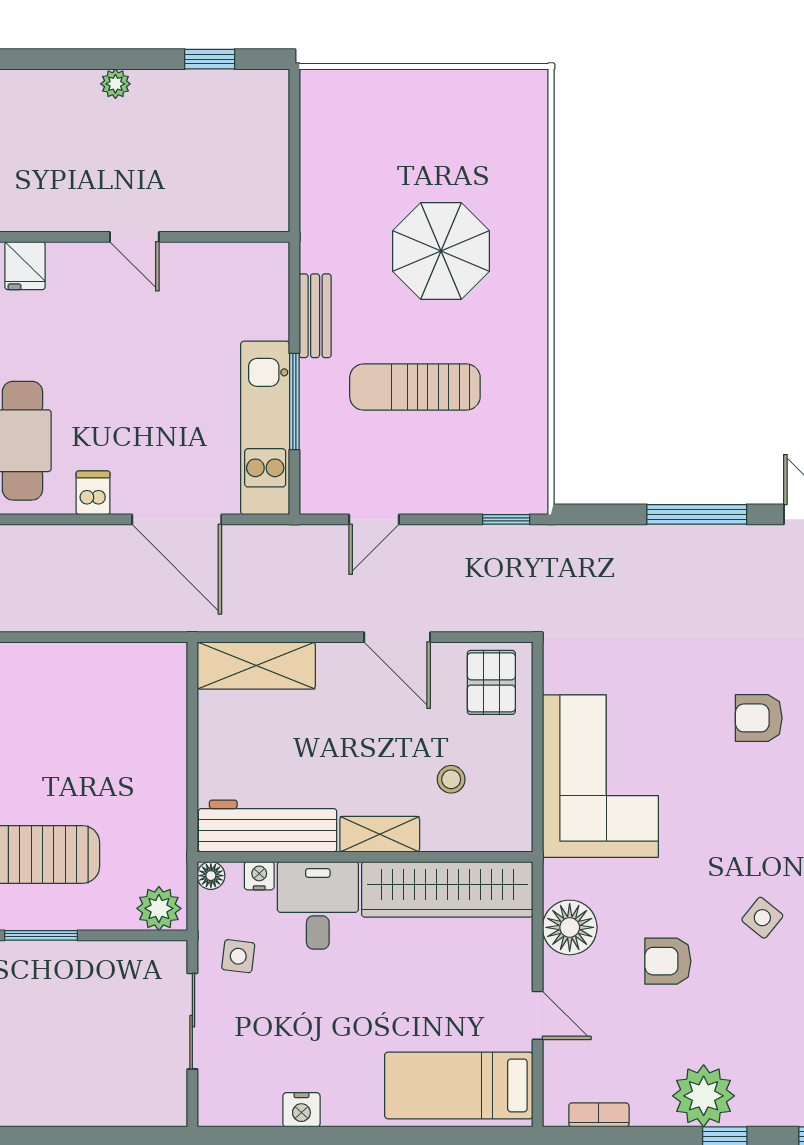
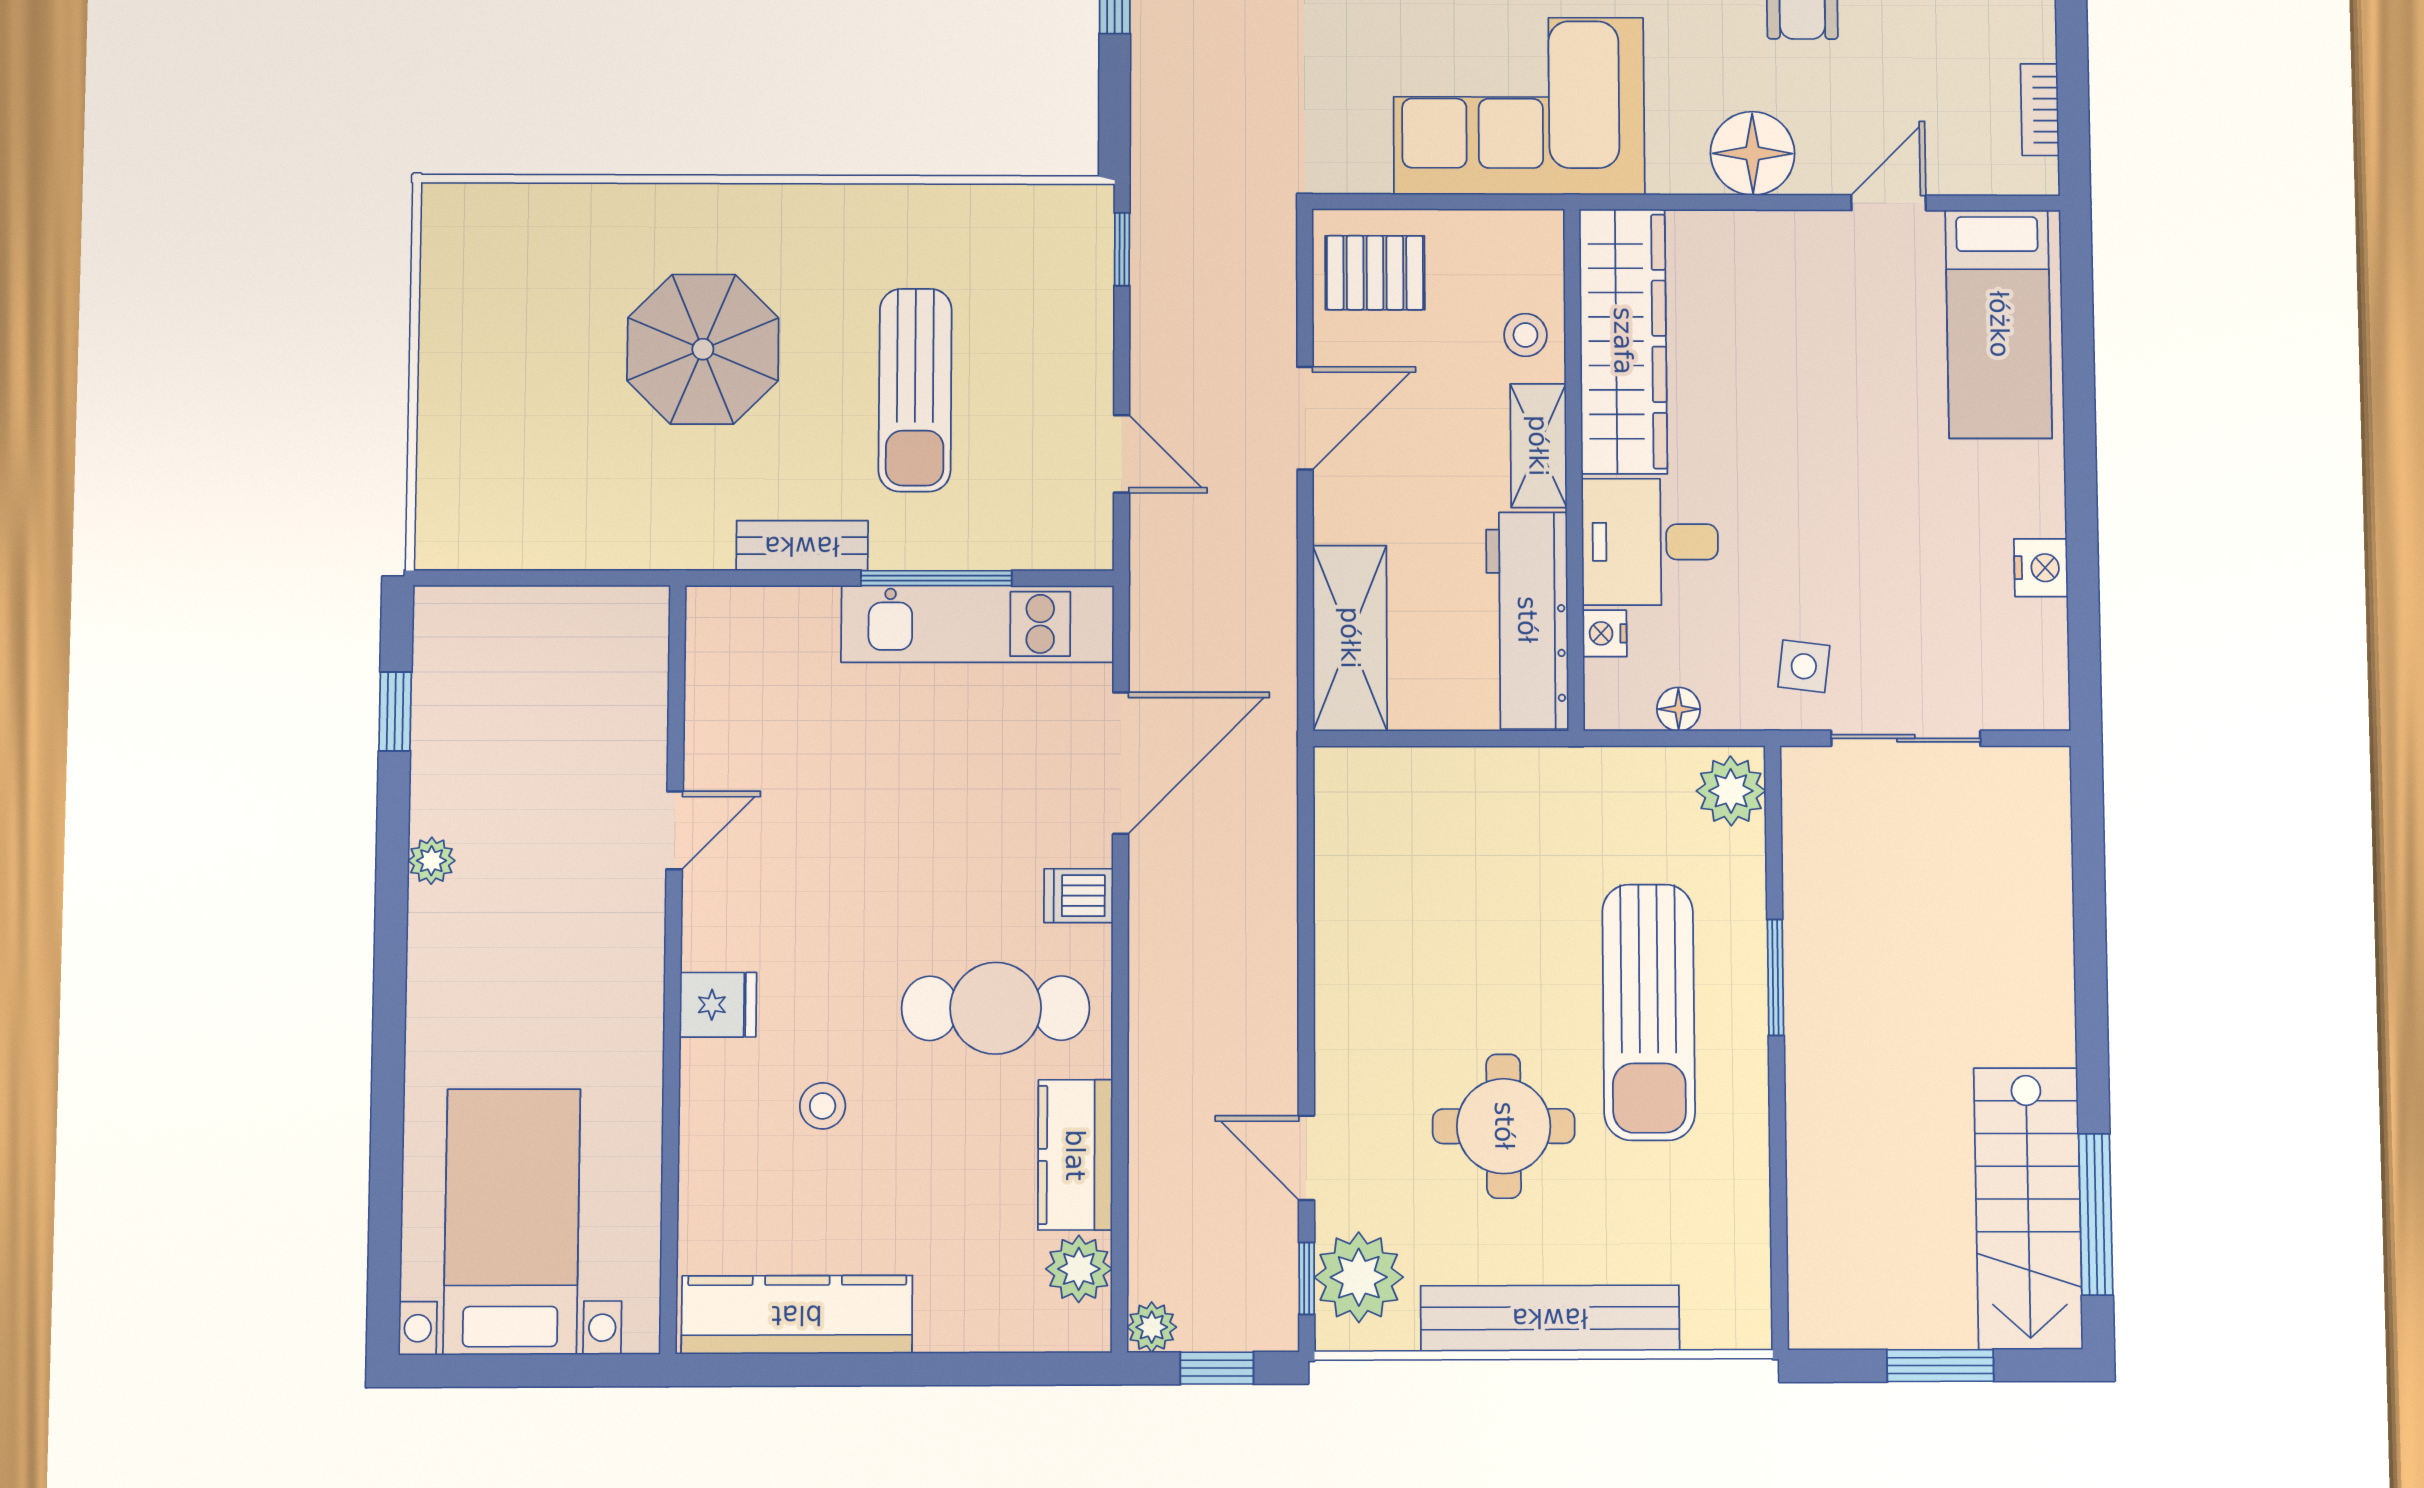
workbench: (267, 826) -> (1527, 620), moved
shelving: (380, 834) -> (1538, 446), moved
wall: (365, 857) -> (1574, 468), moved
nightstand: (259, 876) -> (1605, 633), moved
wardrobe: (447, 889) -> (1623, 341), moved
desk: (318, 905) -> (1650, 542), moved

